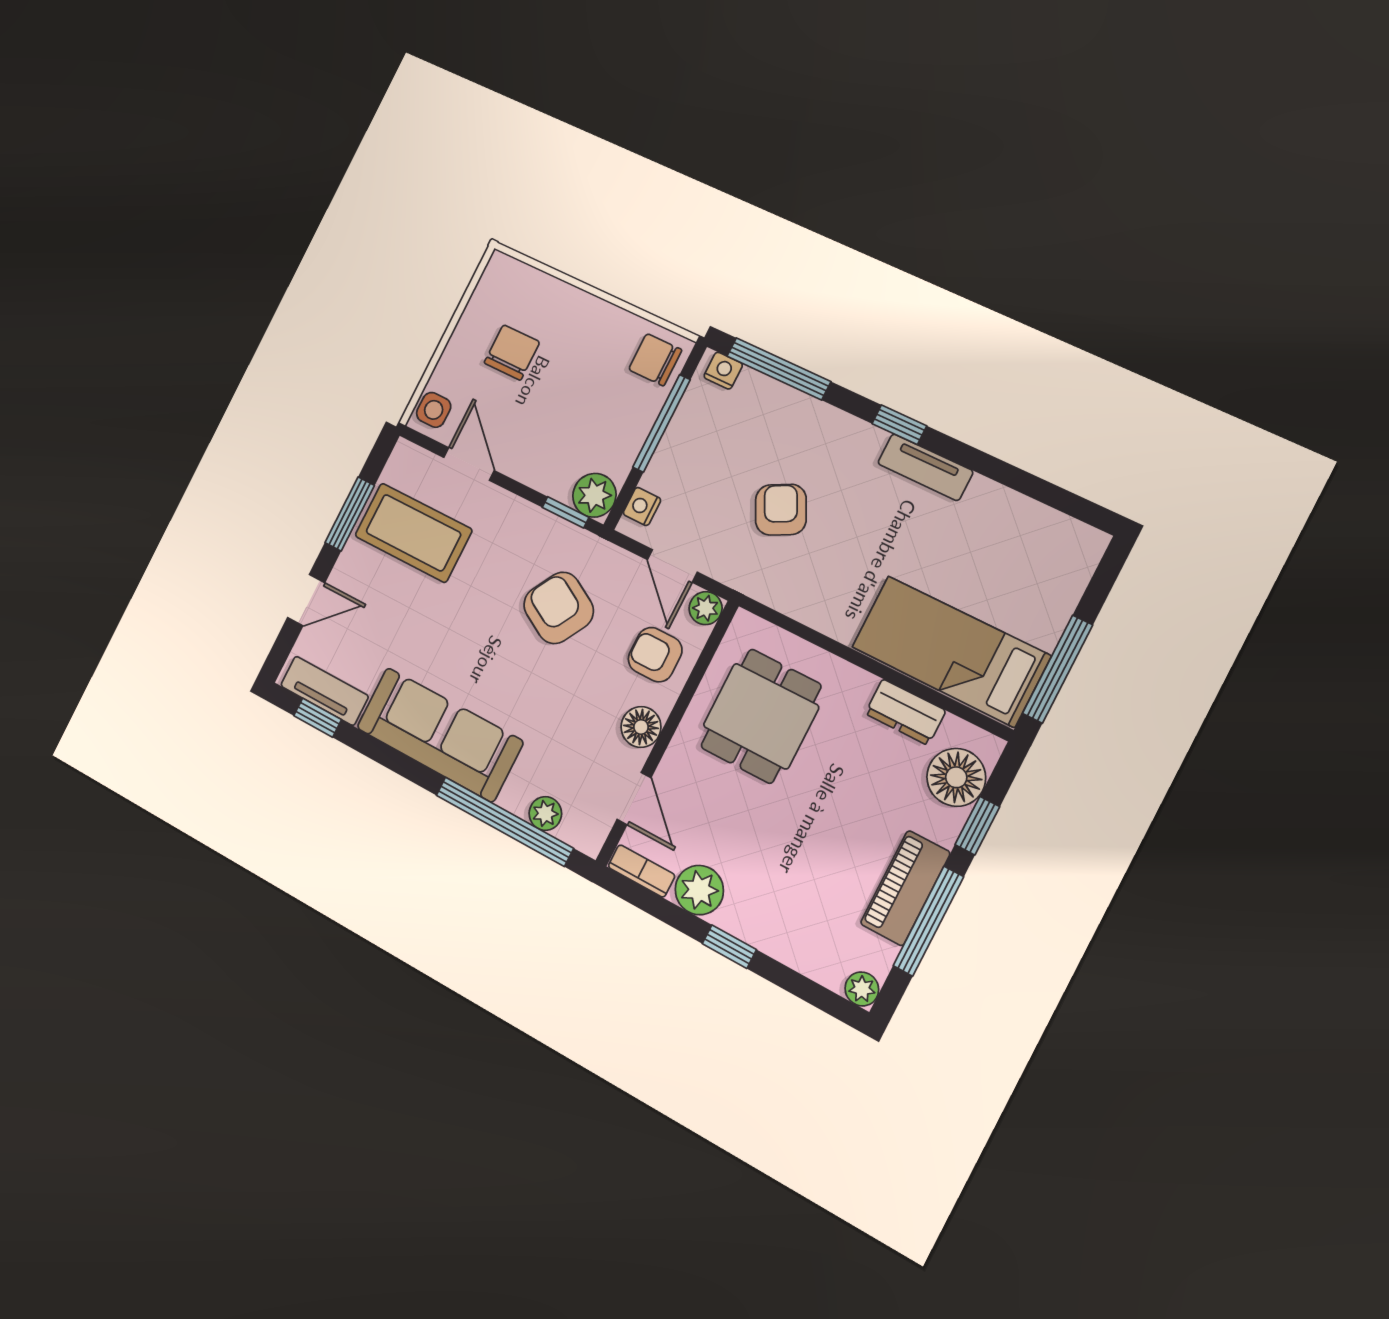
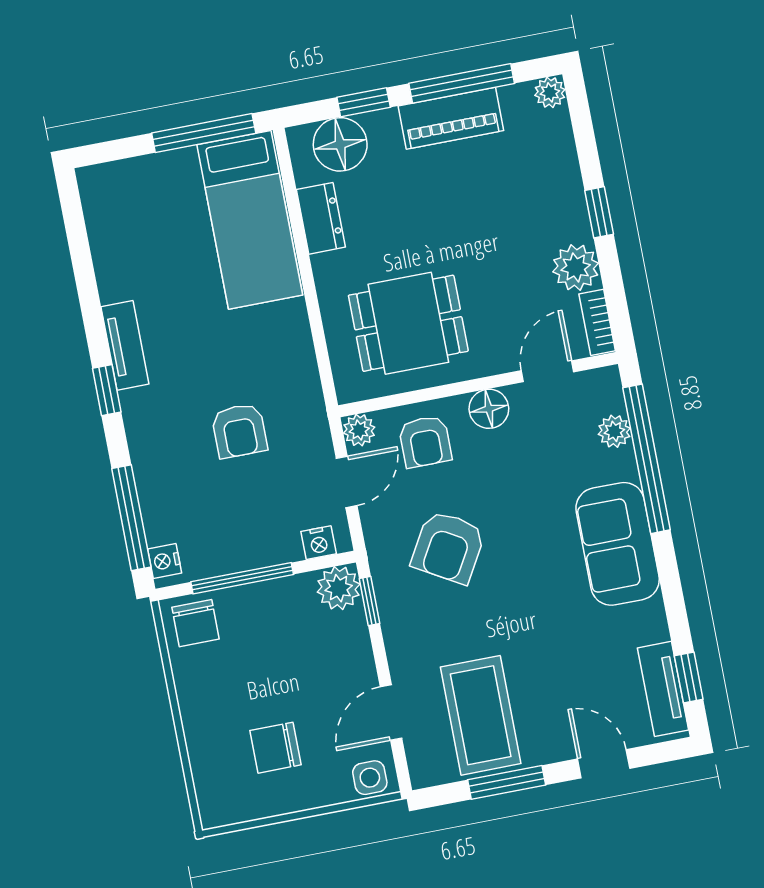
armchair: (781, 510) -> (239, 431), turned -63
sofa: (440, 735) -> (618, 544), width x0.73

